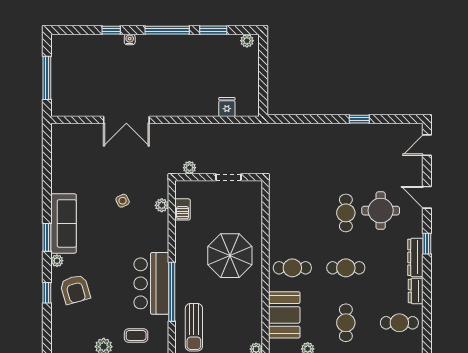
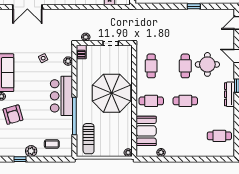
double door: (126, 120) -> (27, 7), moved
barbecue: (183, 209) -> (81, 52), moved
parasol: (230, 256) -> (112, 93), width x1.36, depth x1.36
bar counter: (151, 283) -> (61, 96), moved
dresser: (416, 291) -> (230, 116), removed
cafe table: (346, 323) -> (151, 66), moved

